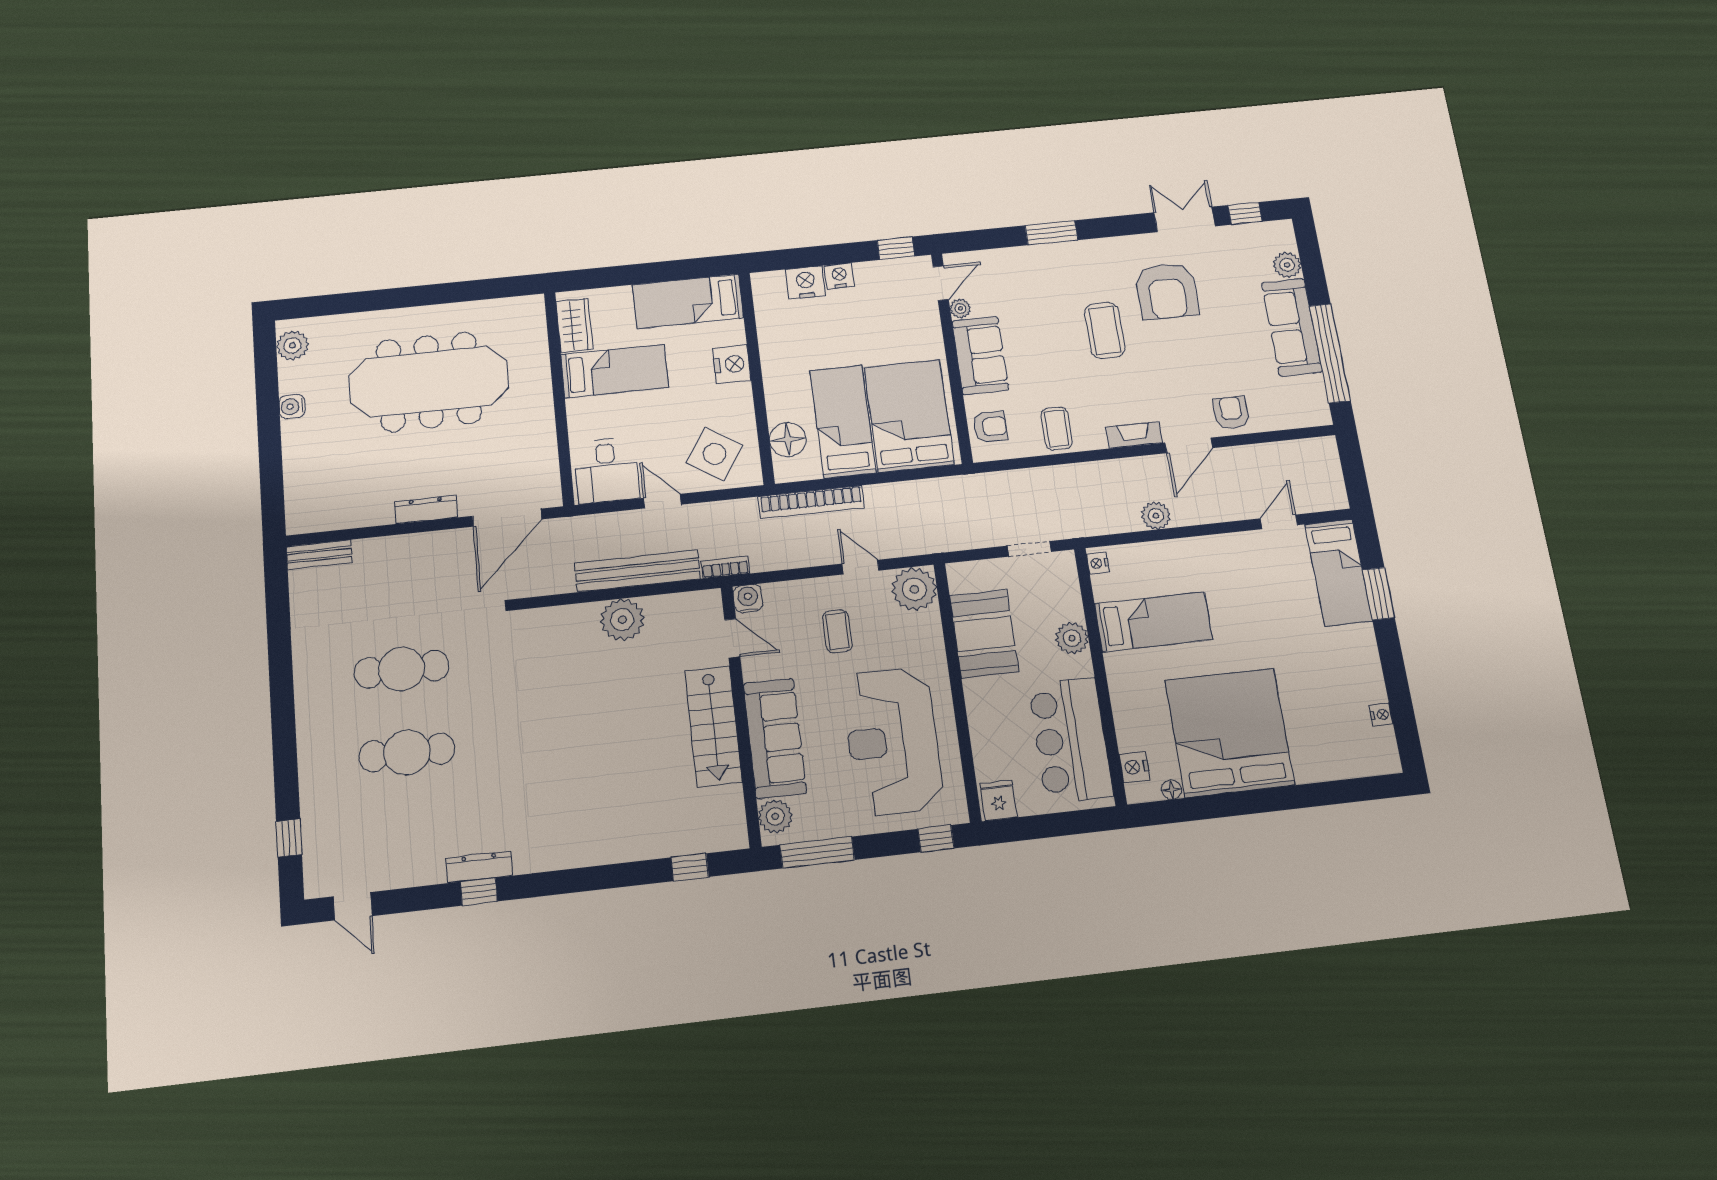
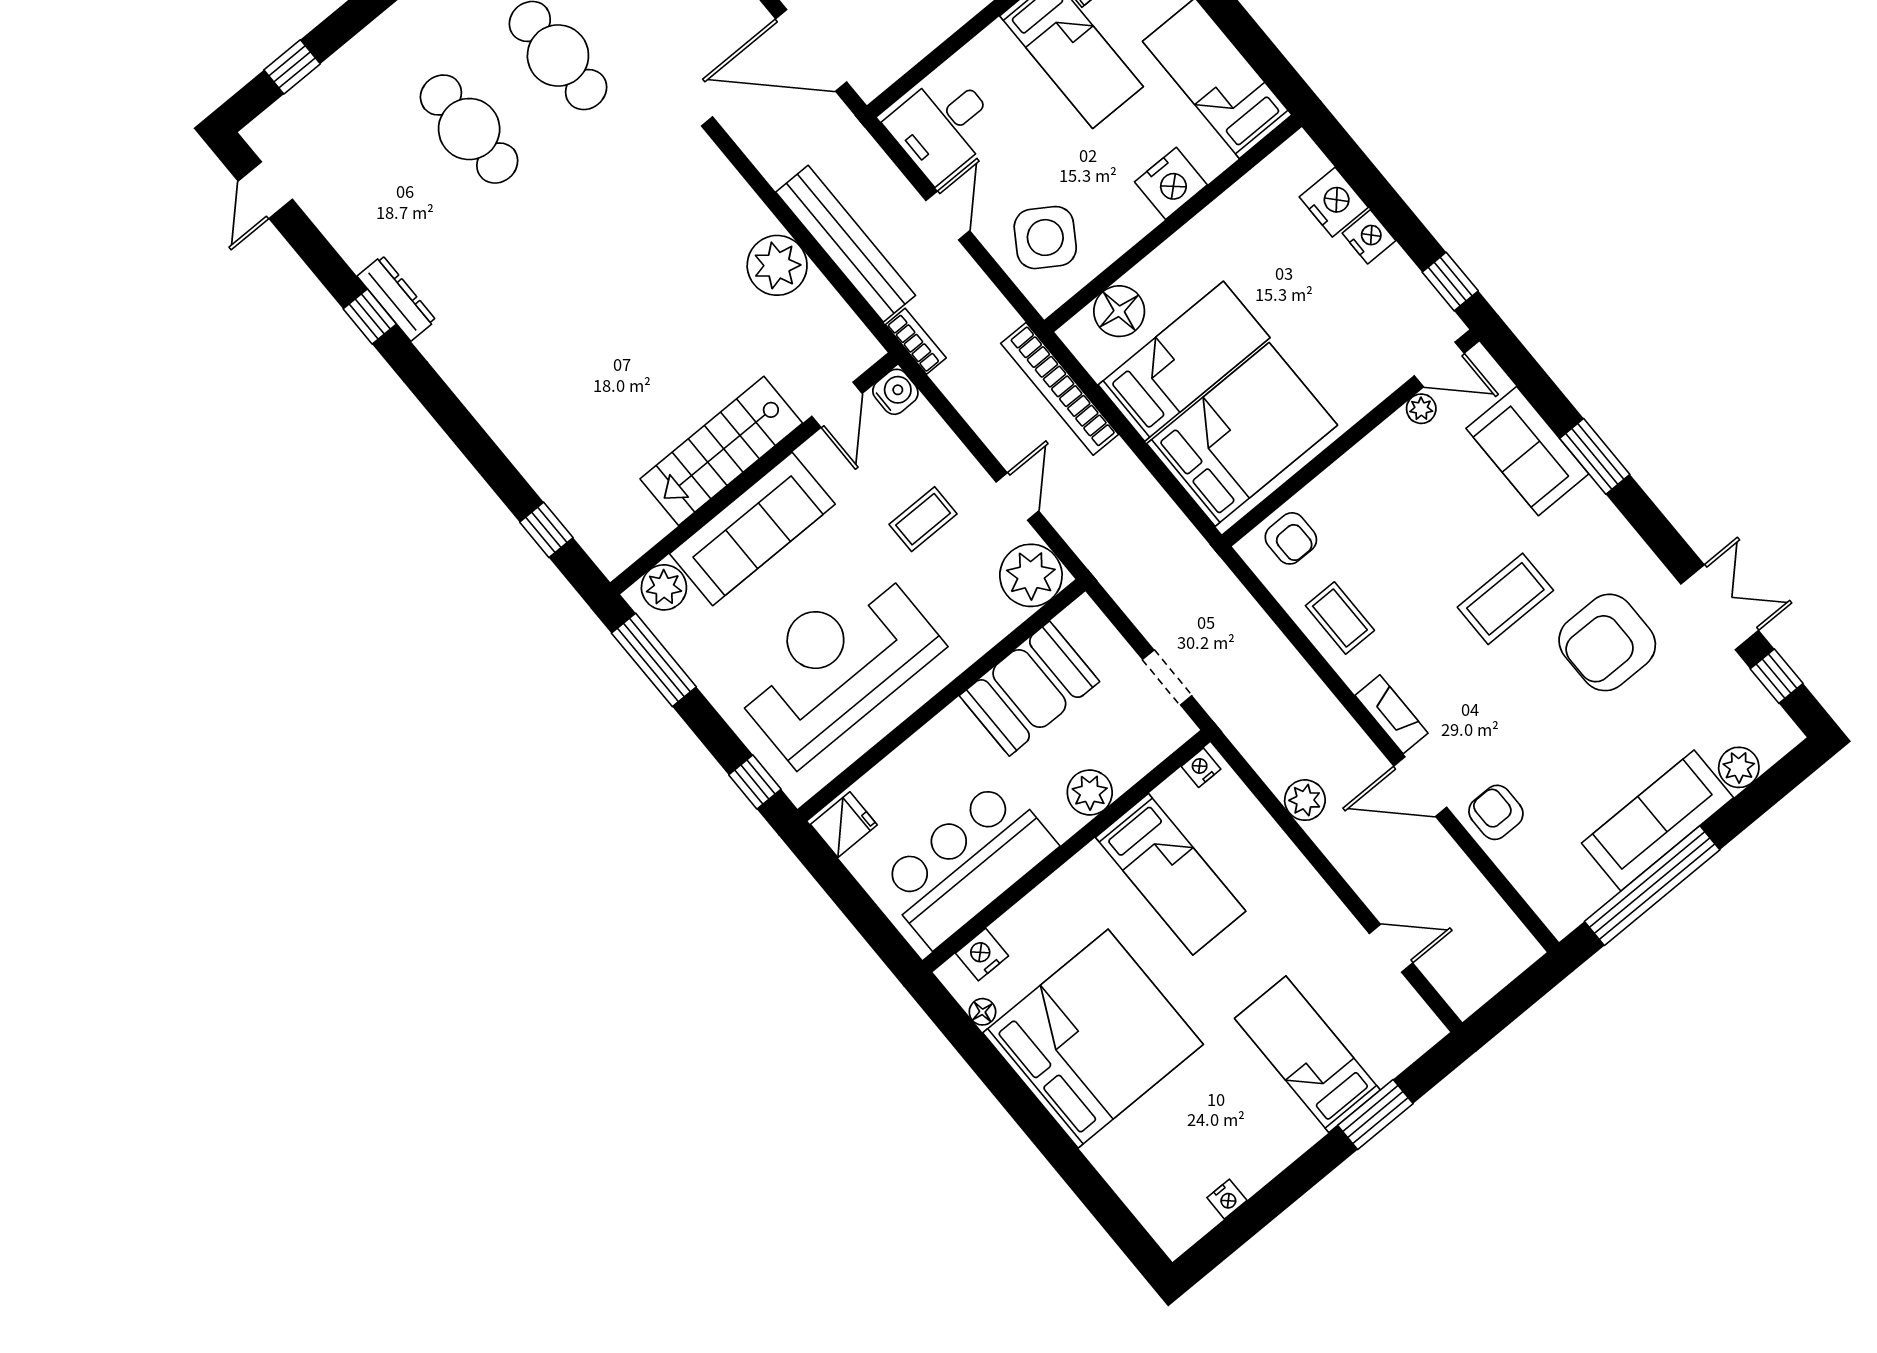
sofa: (980, 355) -> (1527, 451), moved, turned 90
armchair: (1231, 413) -> (1496, 812), turned -90
coffee table: (1057, 428) -> (1340, 618), turned 90
bed: (1339, 573) -> (1307, 1054), moved, turned 90

